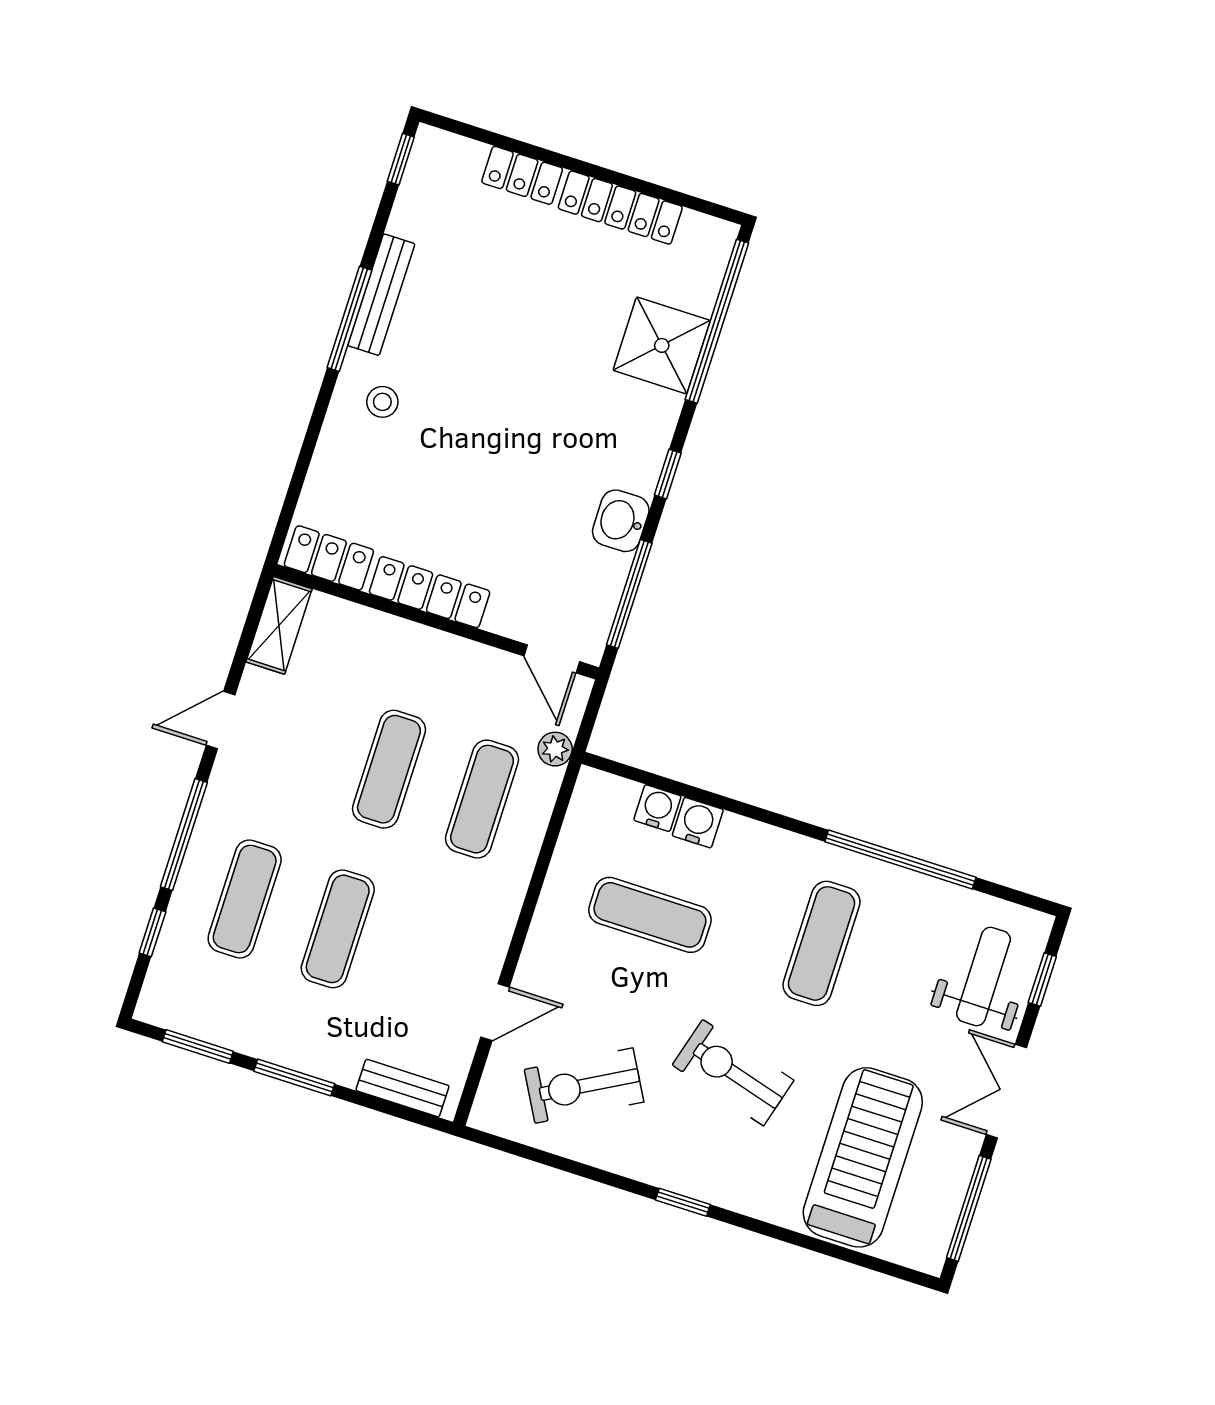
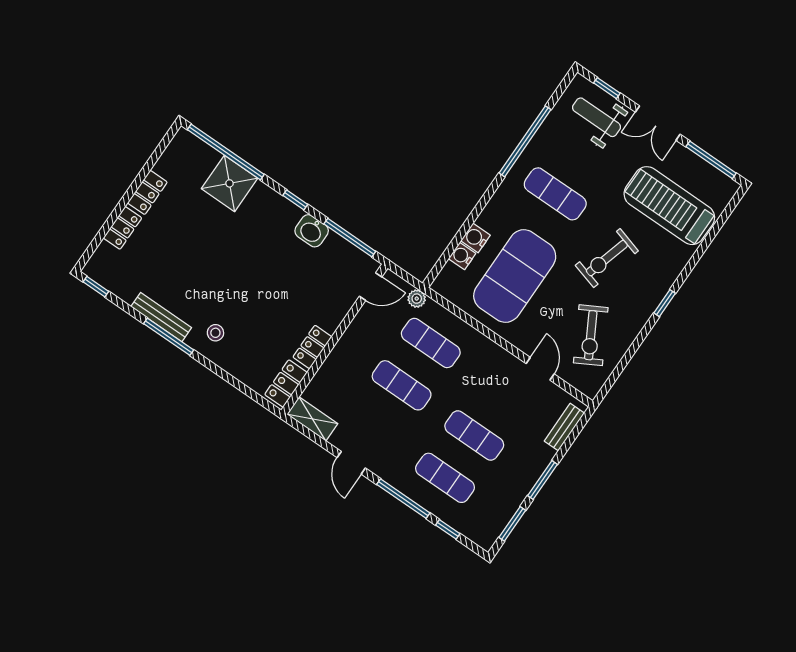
locker: (620, 208) -> (147, 192), width x0.66
locker: (430, 592) -> (312, 347), width x0.66
exercise mat: (650, 915) -> (515, 276), width x2.00, depth x1.45

